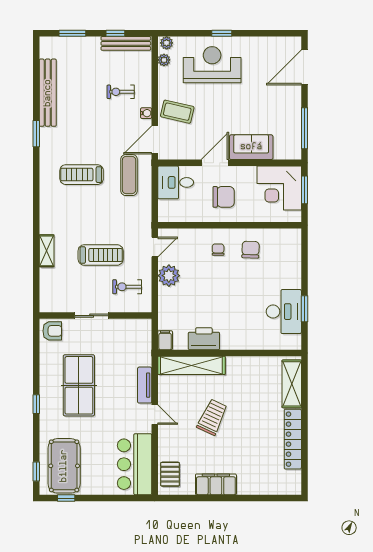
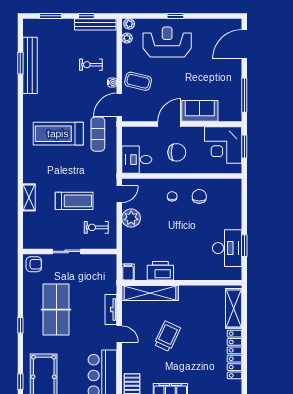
window: (36, 134) -> (20, 63), moved
treadmill: (82, 175) -> (58, 134), width x1.37, depth x1.38
desk: (176, 182) -> (137, 160), moved

